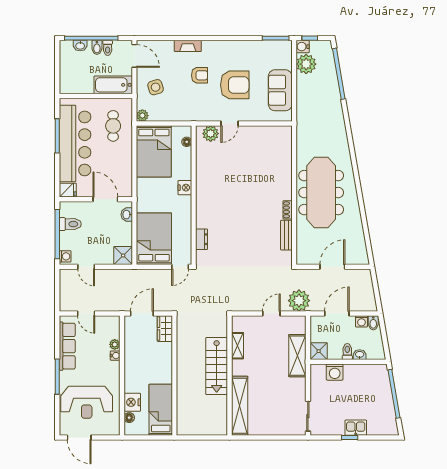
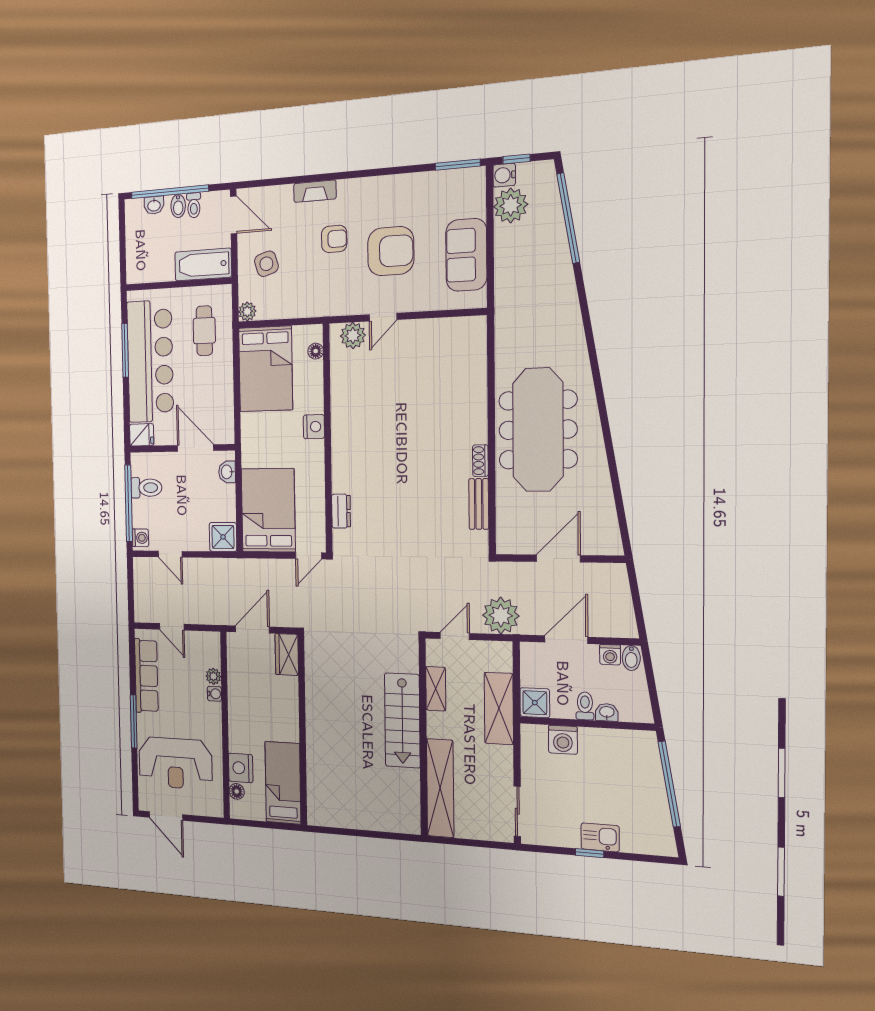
shelving: (237, 346) -> (436, 689), moved
stairs: (217, 366) -> (402, 720), moved
wall: (229, 376) -> (423, 737), moved
shelving: (240, 406) -> (440, 788), moved

